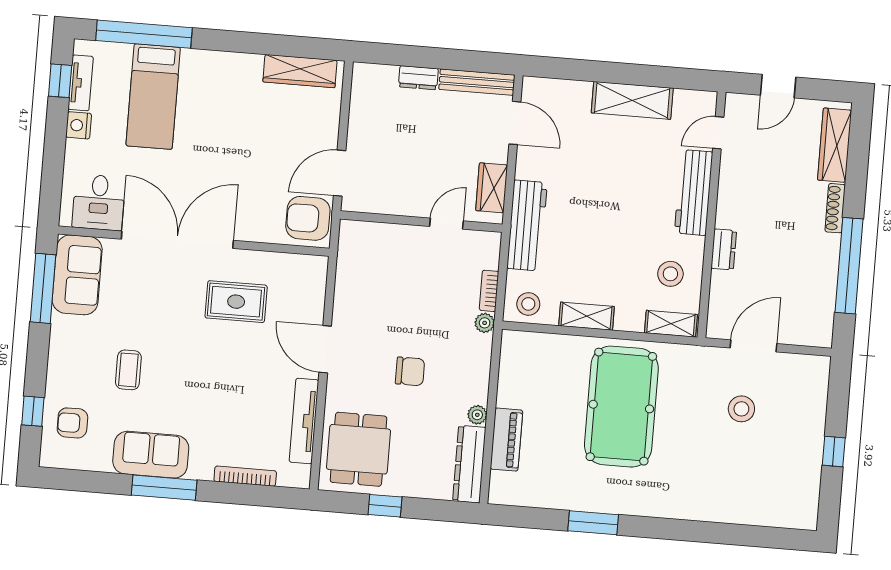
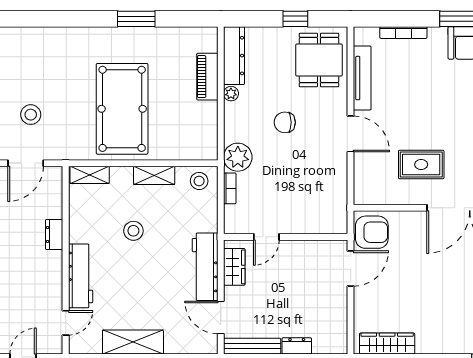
workbench: (527, 225) -> (205, 267), moved
stool: (670, 274) -> (133, 231), moved
plant: (485, 323) -> (238, 157), width x1.88, depth x1.88

